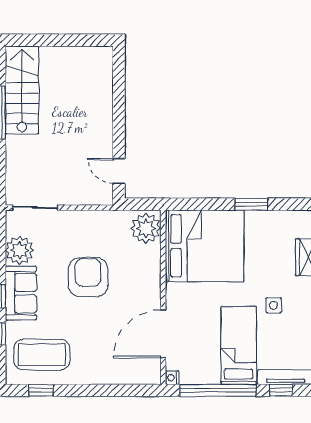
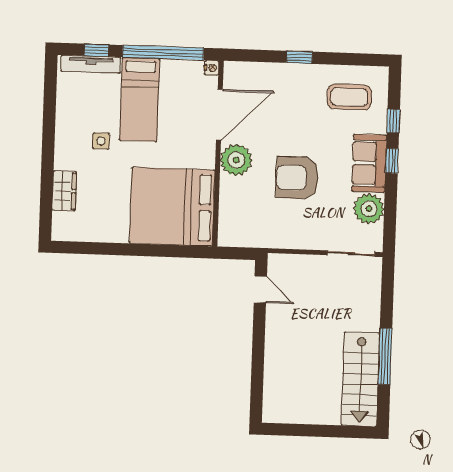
window: (251, 204) -> (121, 249), removed
plant: (146, 228) -> (236, 160), moved
armchair: (88, 277) -> (297, 178), turned 90
coffee table: (42, 355) -> (349, 97), width x0.73, depth x0.76
window: (41, 390) -> (300, 57), moved

